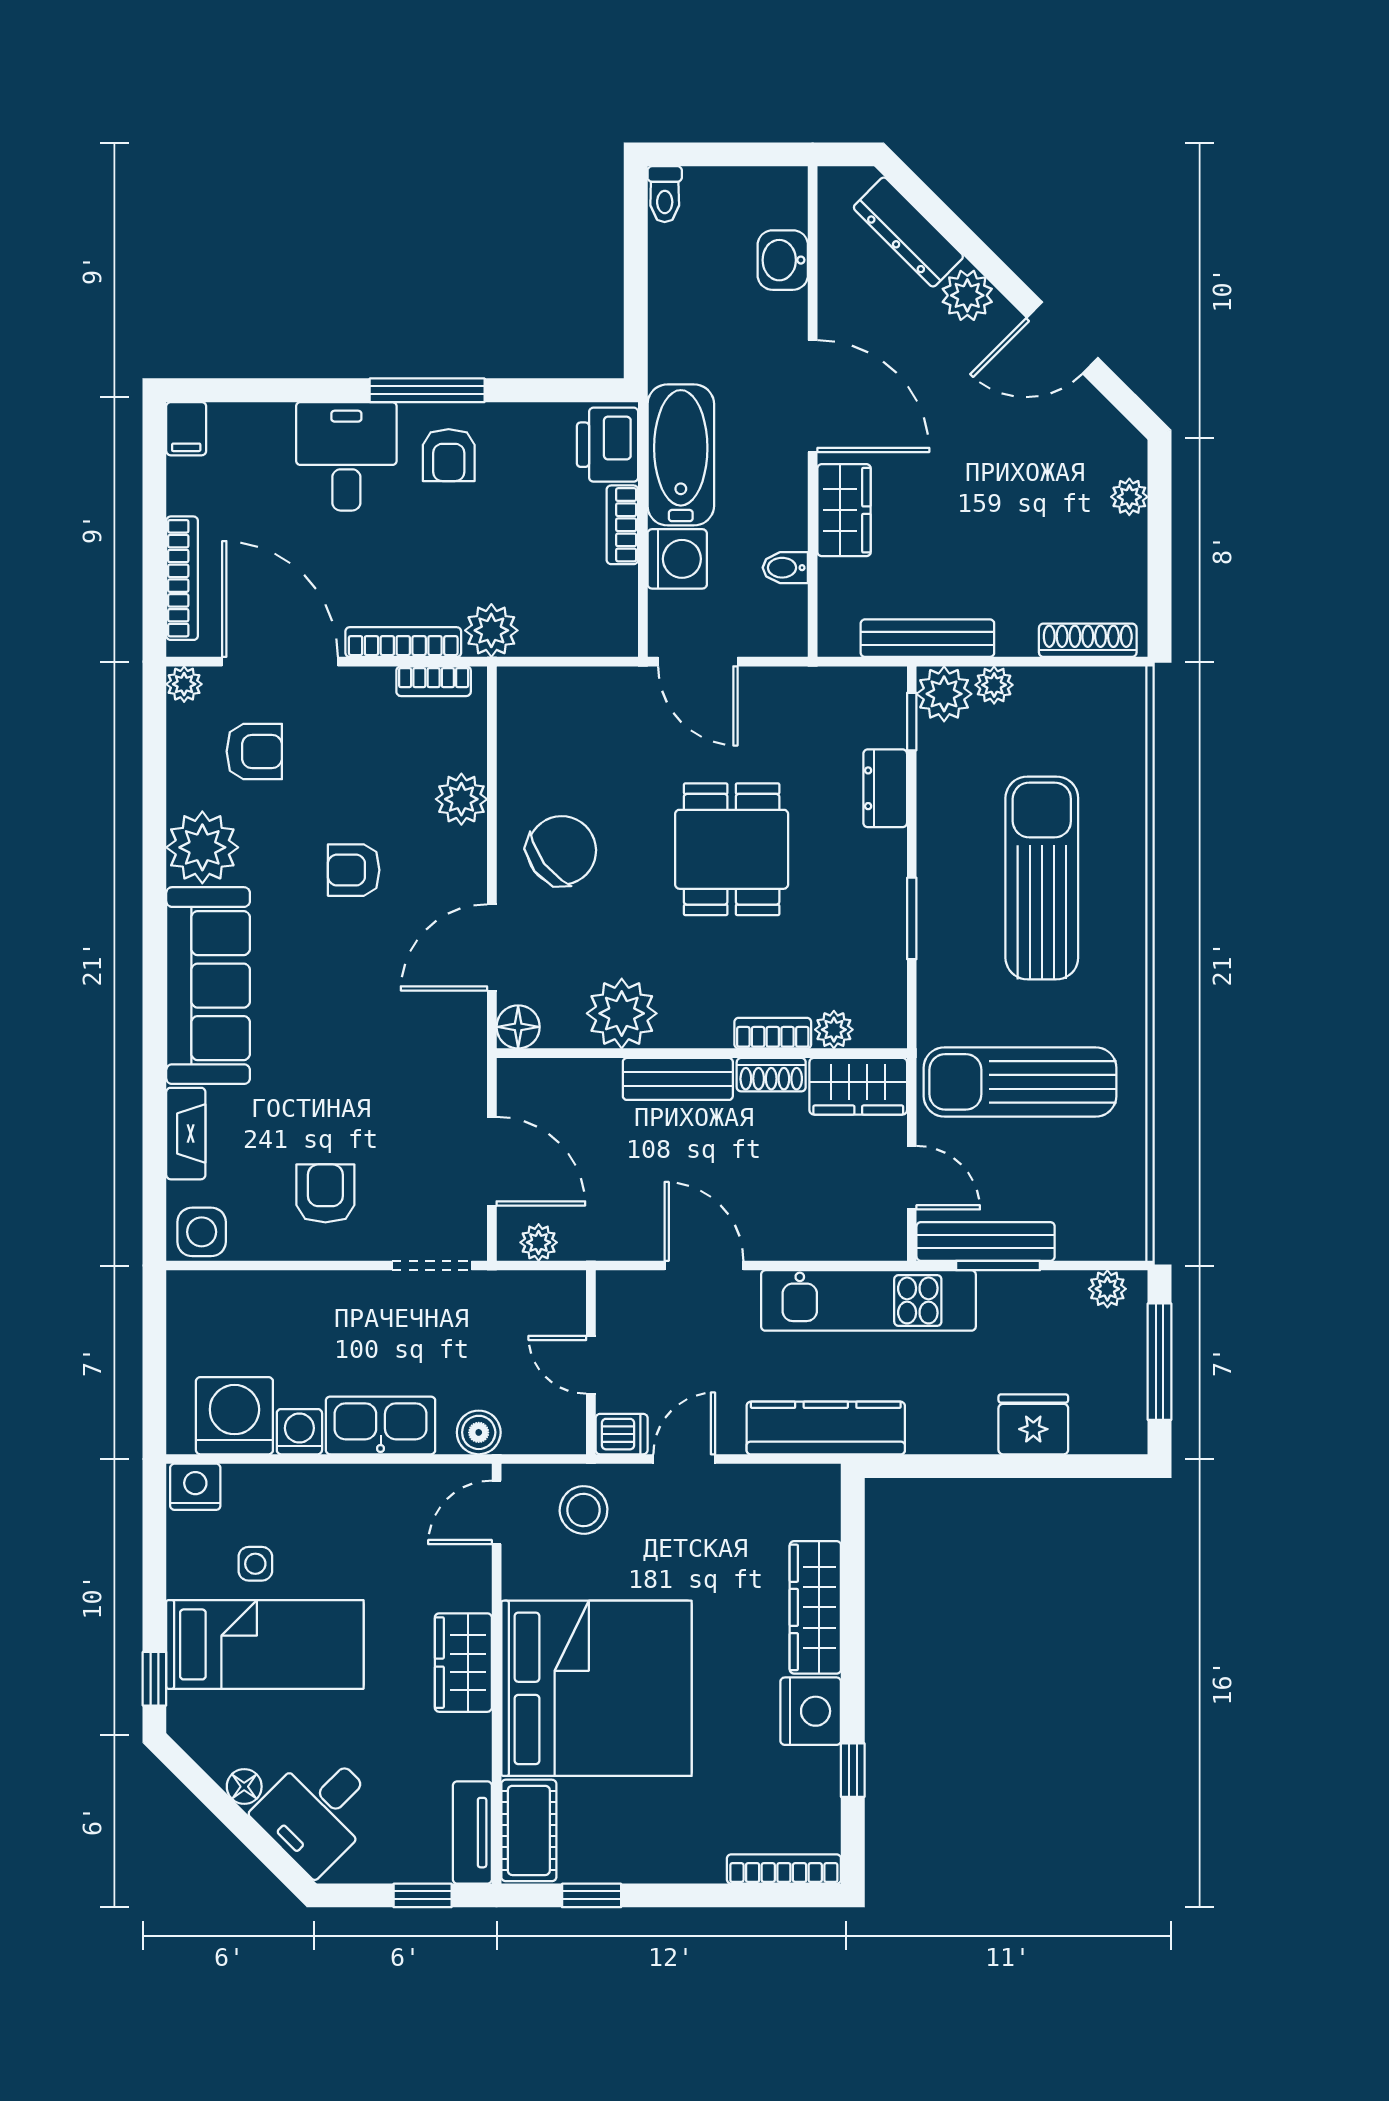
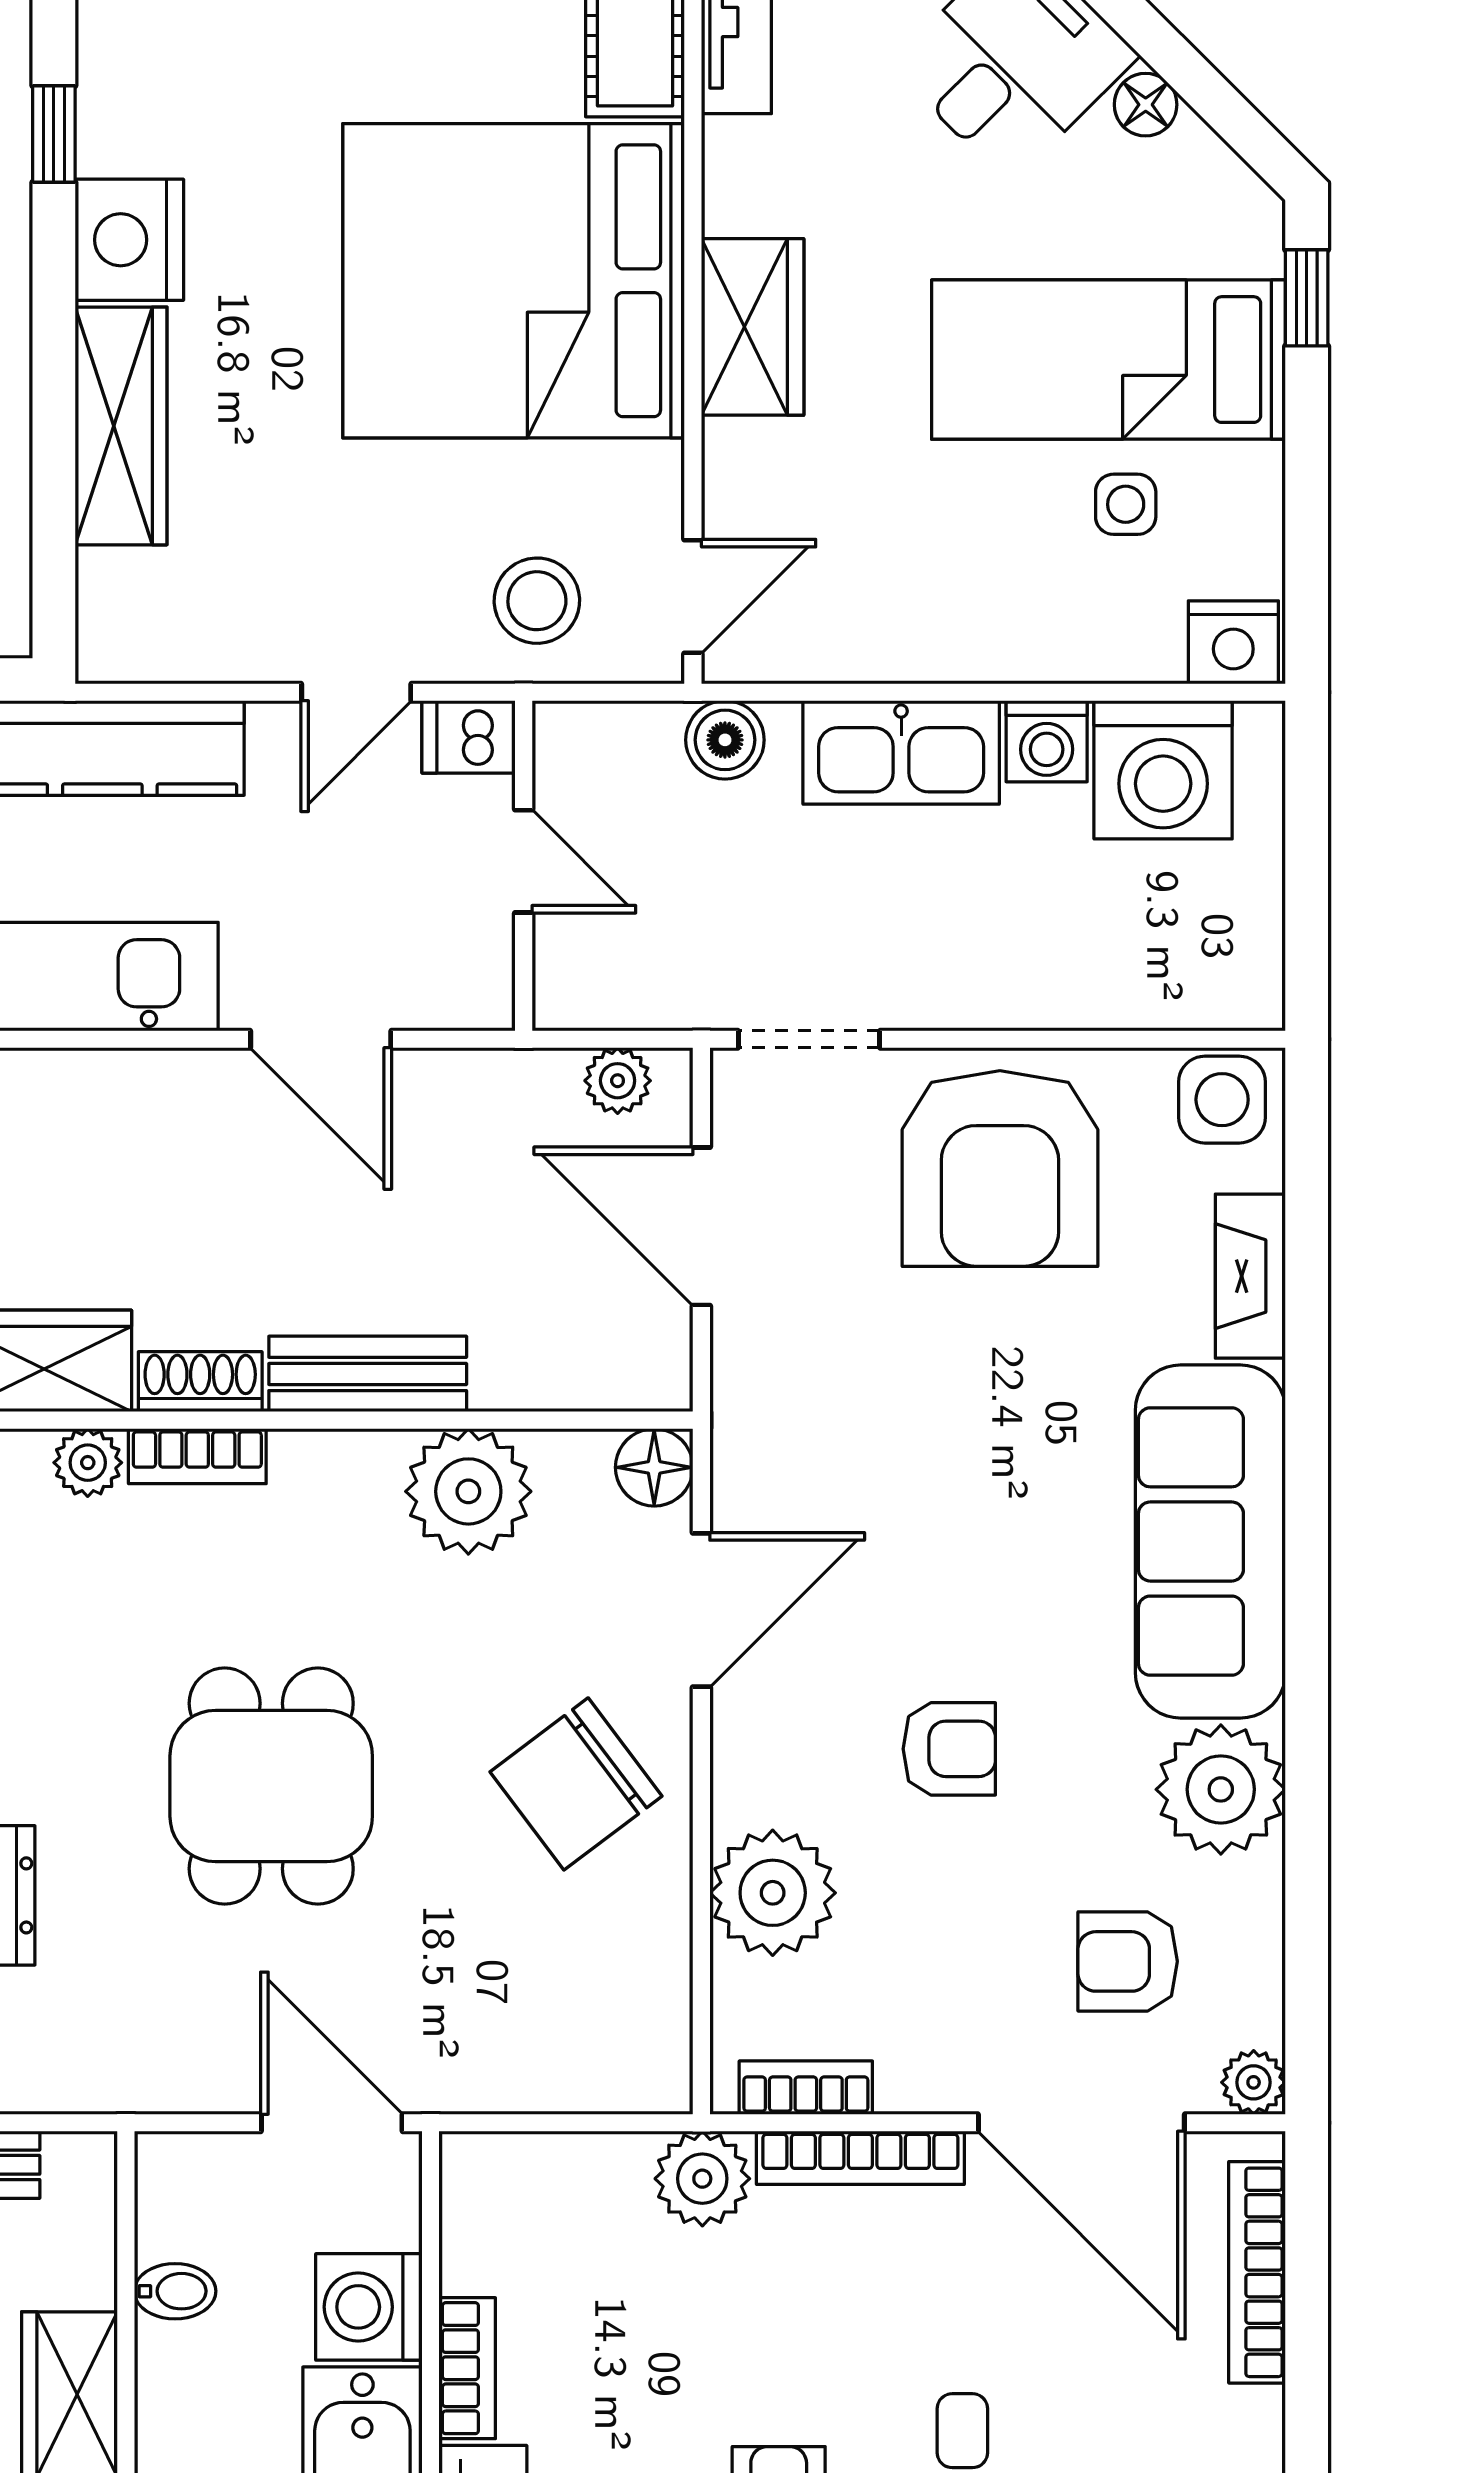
plant: (461, 799) -> (773, 1893), width x1.36, depth x1.36
armchair: (325, 1193) -> (1000, 1169), width x1.88, depth x1.88

